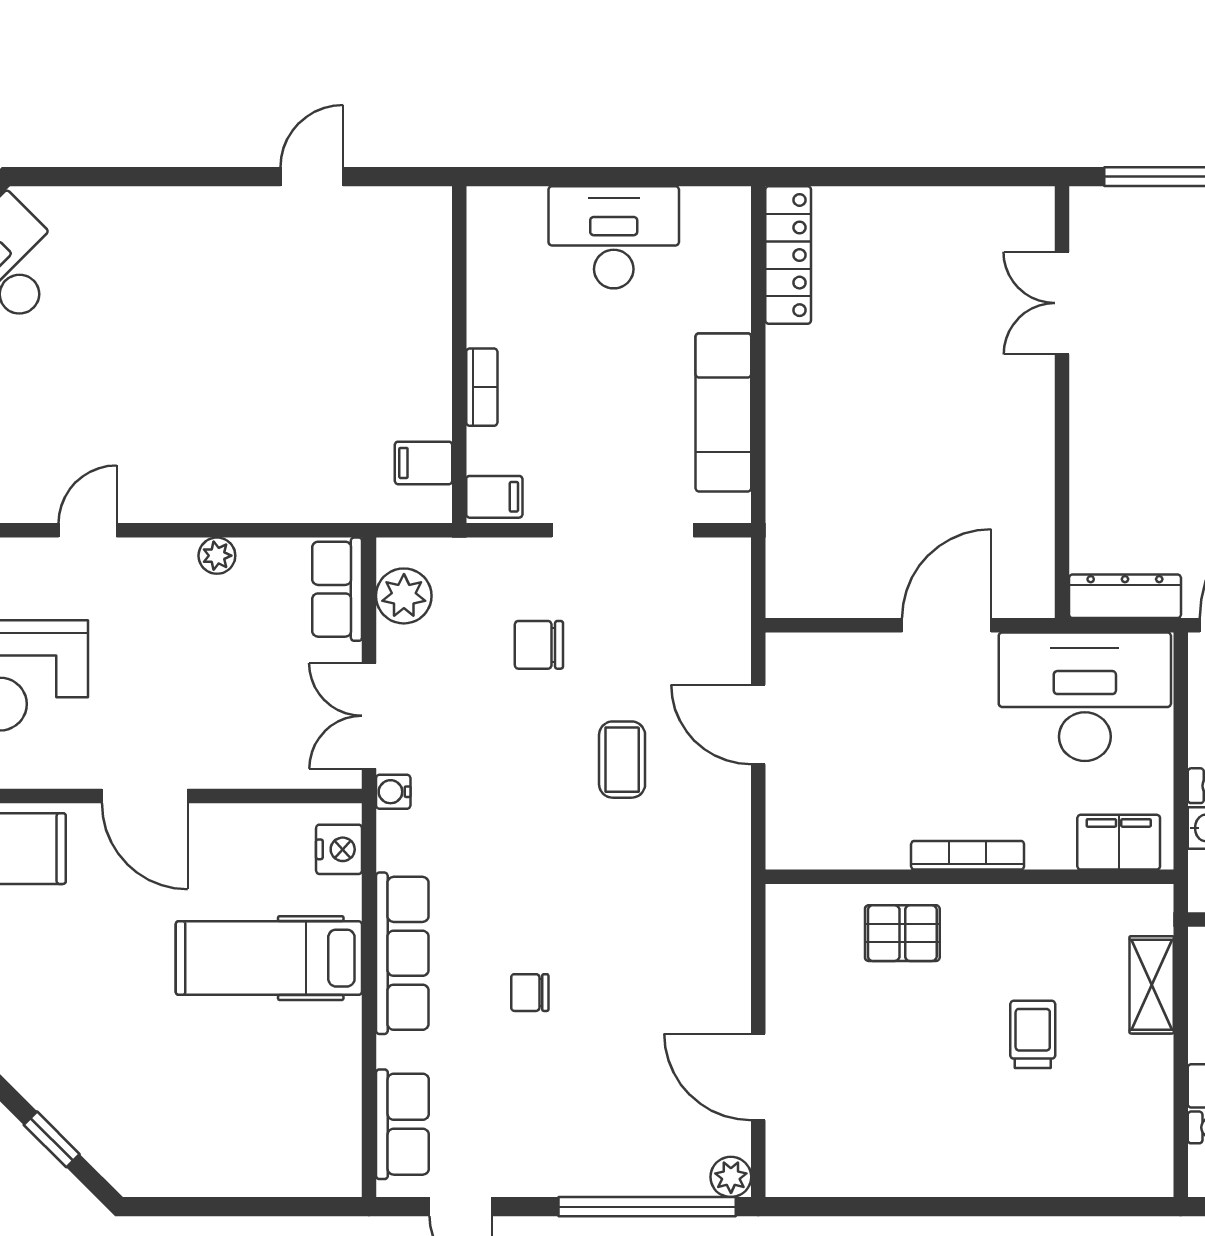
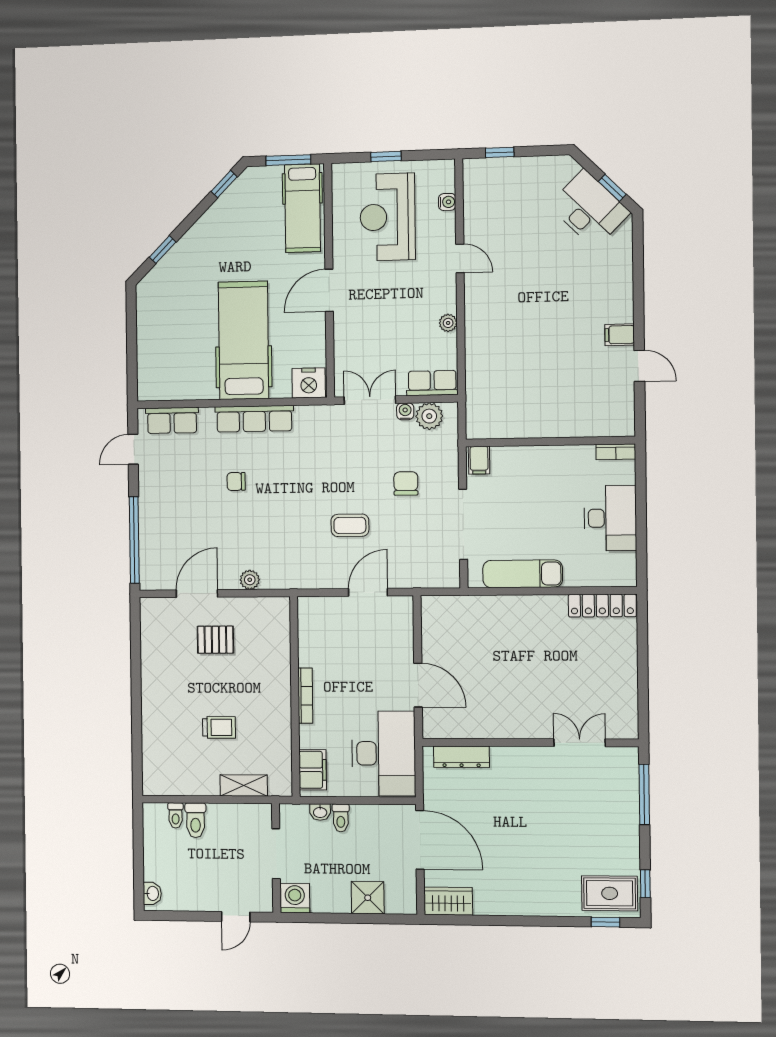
bookcase: (482, 387) -> (616, 452), moved
filing cabinet: (423, 463) -> (620, 335), moved, turned -90
dresser: (1125, 596) -> (461, 757), moved, turned 90
water cooler: (393, 792) -> (405, 411), moved
nightstand: (339, 849) -> (309, 383), width x1.36, depth x1.33
pallet: (902, 933) -> (215, 640), moved, turned 90
hospital bed: (269, 958) -> (244, 340), width x1.37, depth x1.29
chair: (530, 993) -> (236, 481), turned -90
plant: (731, 1177) -> (250, 580), moved

